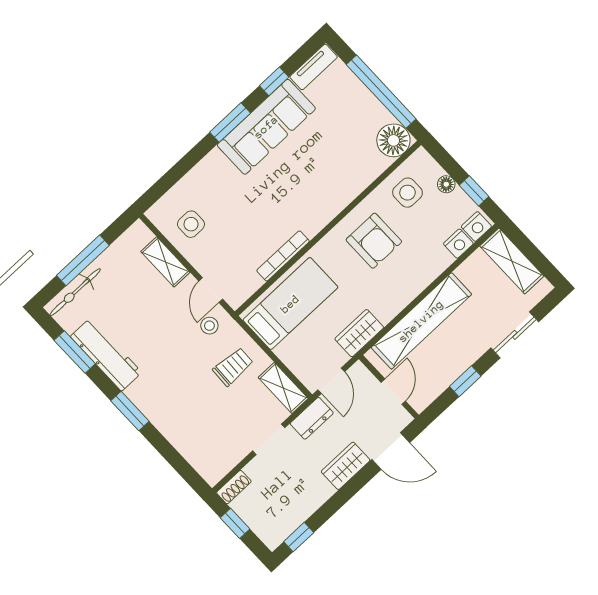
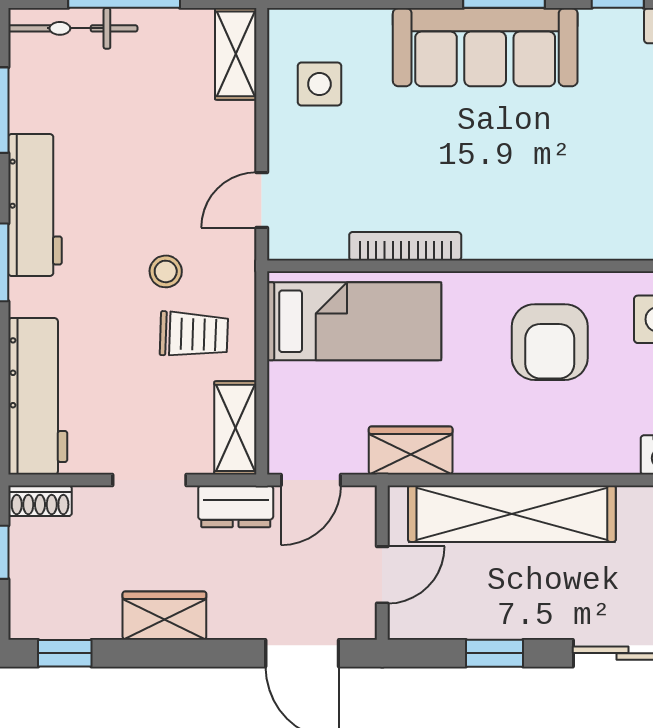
sofa: (266, 127) -> (485, 47), moved
shelving: (165, 262) -> (236, 54), moved
stool: (209, 326) -> (166, 271), moved
workbench: (106, 354) -> (35, 205), moved
workbench: (195, 447) -> (38, 396), added
wardrobe: (346, 466) -> (164, 616), moved

